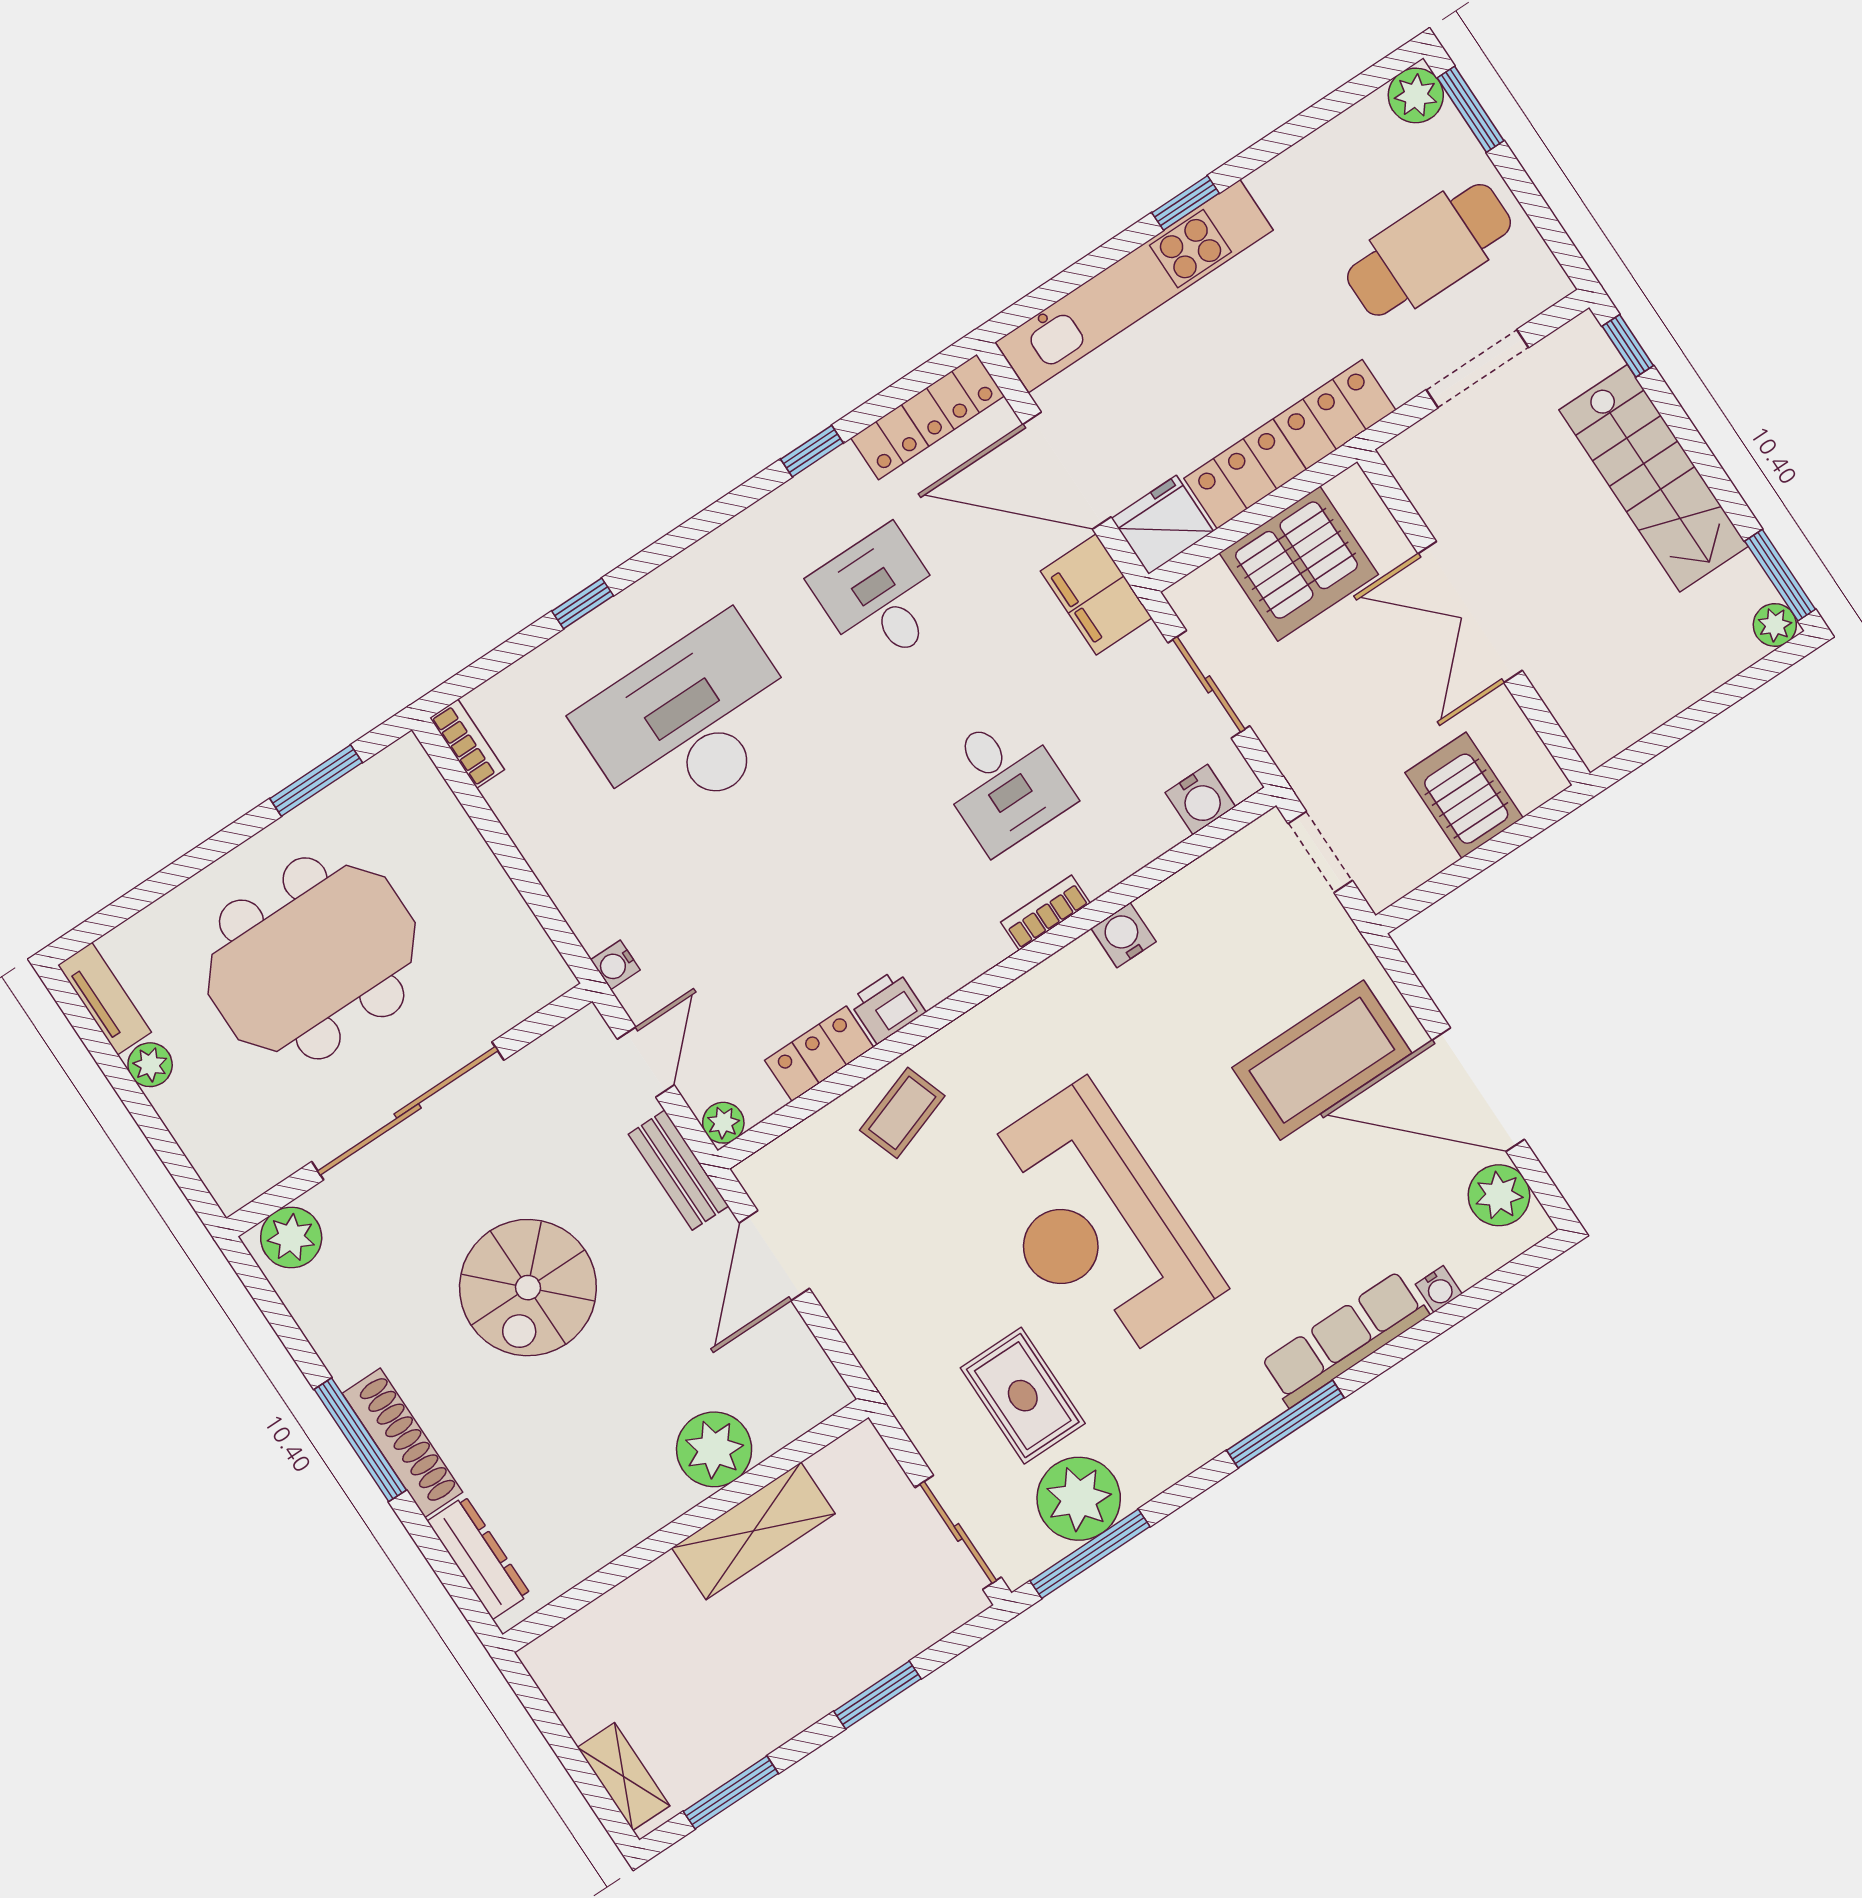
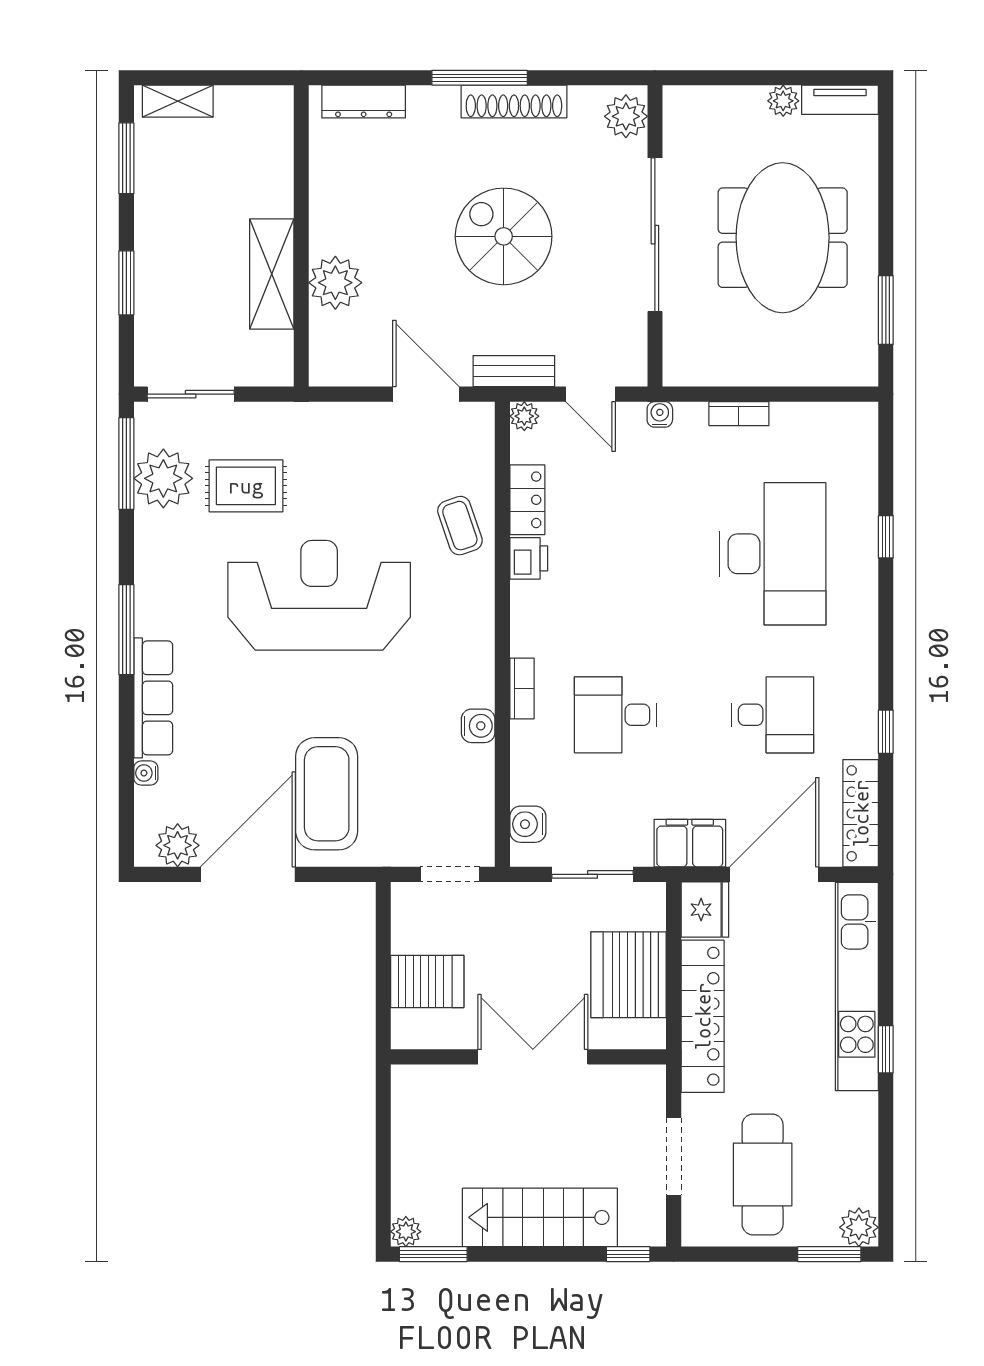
bookcase: (467, 744) -> (739, 414), moved
shoe rack: (403, 1443) -> (514, 102), moved

